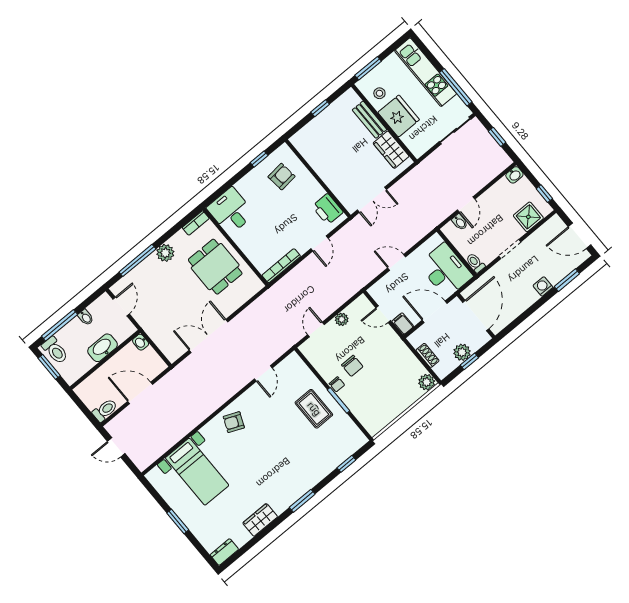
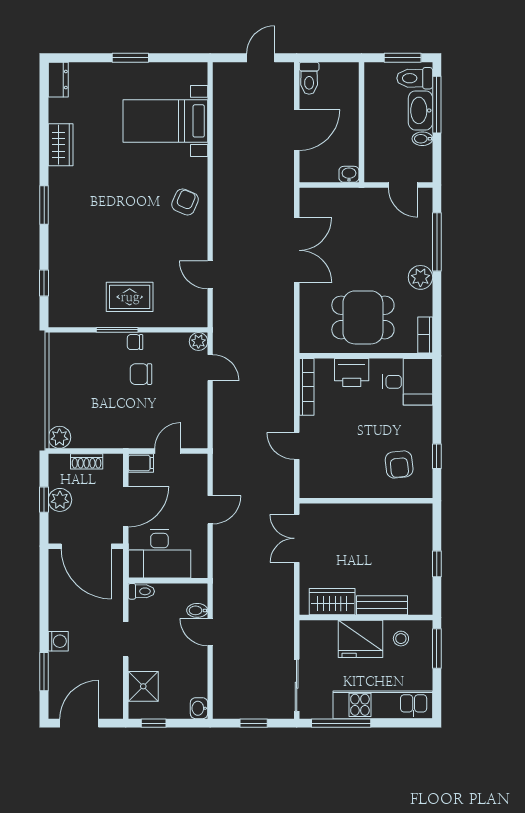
printer: (328, 209) -> (352, 372), moved, turned 180
plant: (342, 319) -> (198, 342), moved
washbasin: (103, 348) -> (420, 110), moved, turned 180

